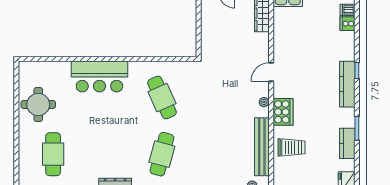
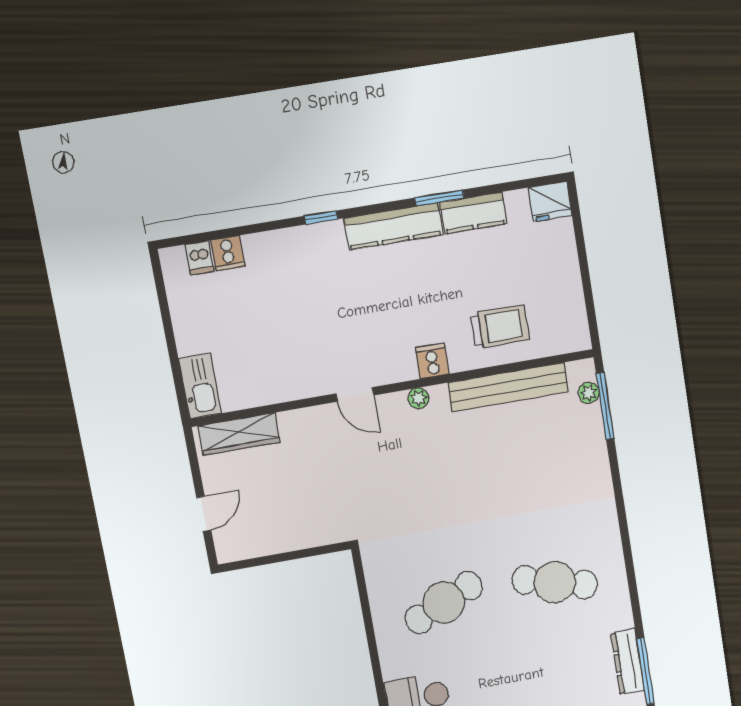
kitchen counter: (347, 84) -> (393, 226), moved
cooker: (283, 112) -> (432, 361), width x0.53, depth x0.76
trolley: (291, 147) -> (500, 327), turned 90

